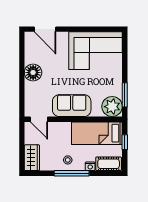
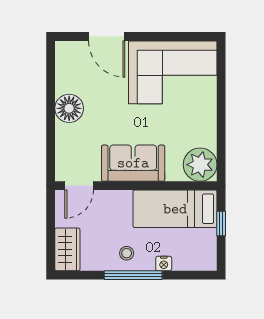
door: (45, 29) -> (107, 36), moved
window: (125, 95) -> (221, 145), removed
door: (39, 119) -> (79, 186), hinge flipped
cot: (109, 164) -> (194, 259), removed

